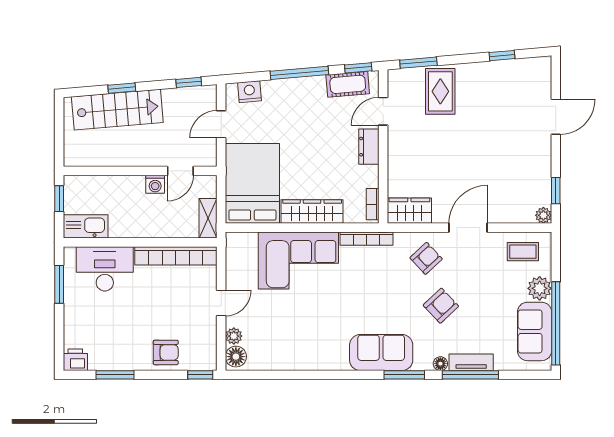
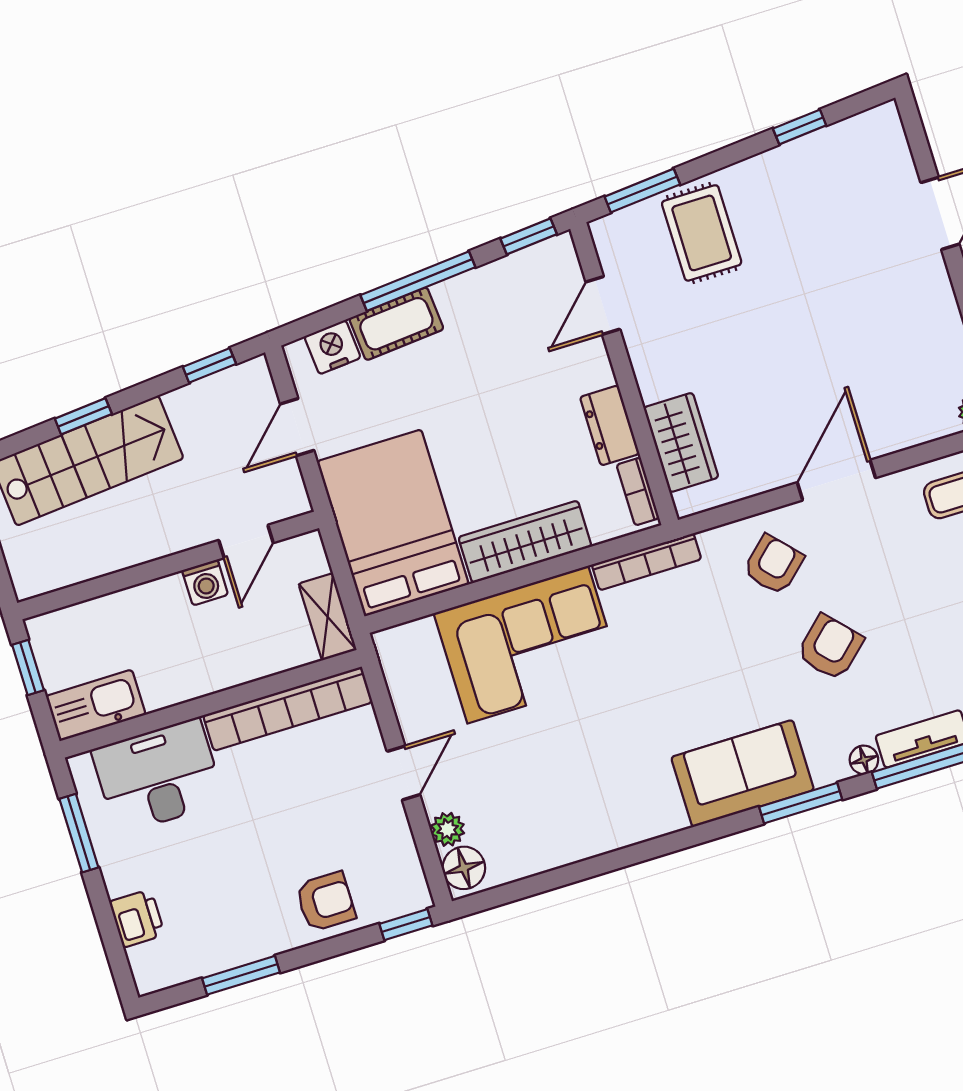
cot: (348, 84) -> (396, 324), moved
dresser: (369, 147) -> (610, 425), moved
wardrobe: (409, 211) -> (681, 442), moved, turned 90
printer: (75, 360) -> (137, 918), moved, turned 90

